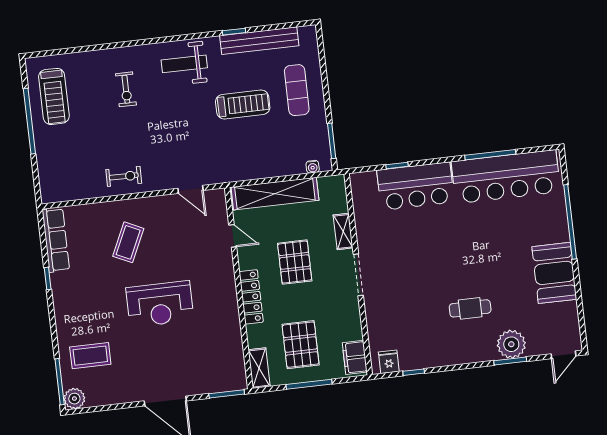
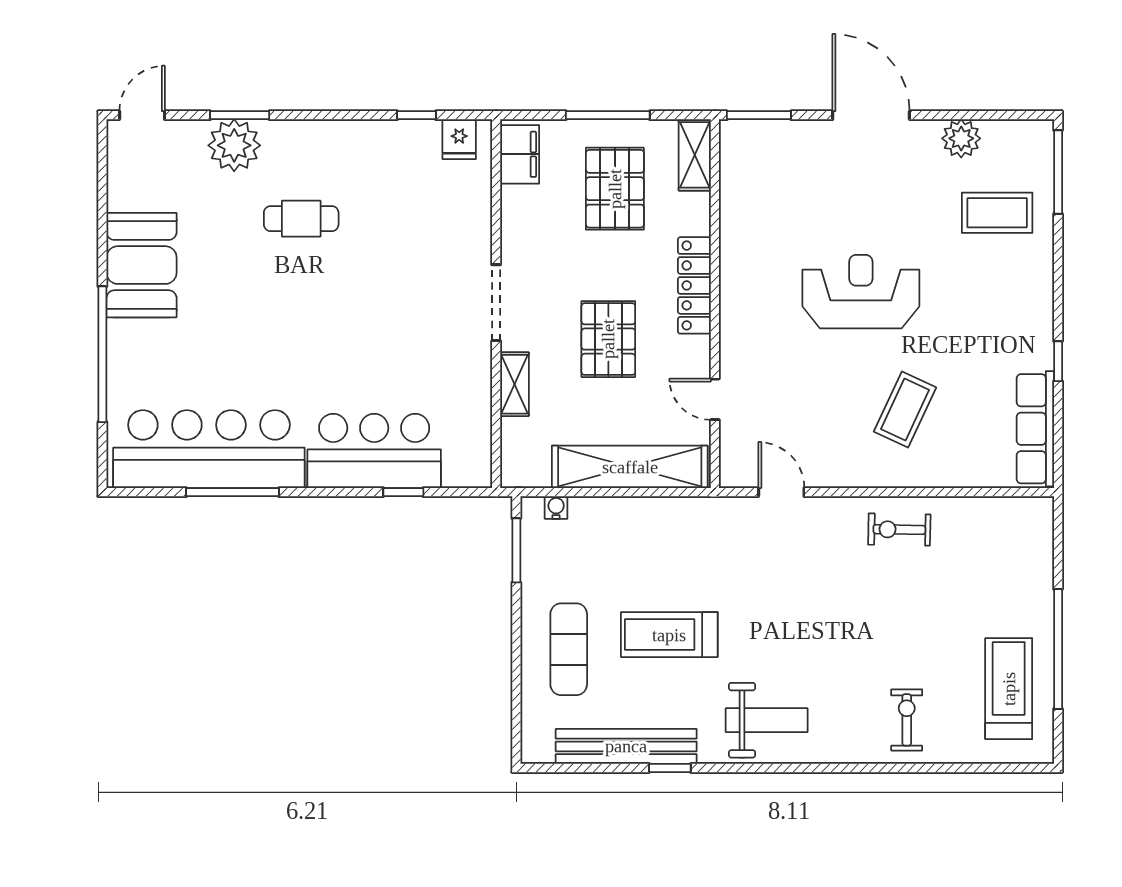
exercise bike: (126, 89) -> (907, 720), moved
plant: (74, 399) -> (961, 138), moved

